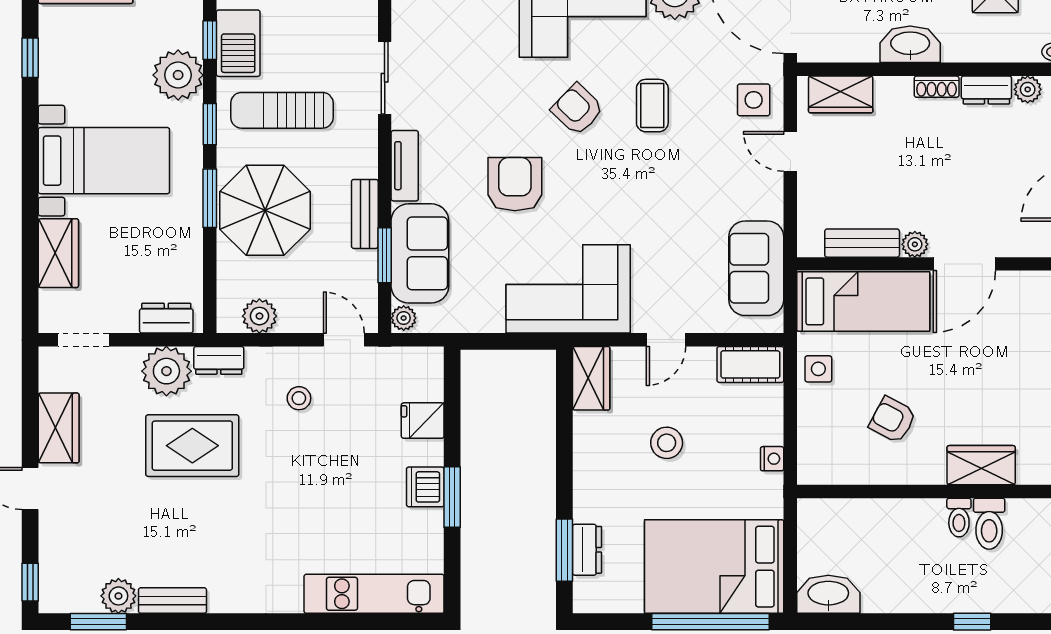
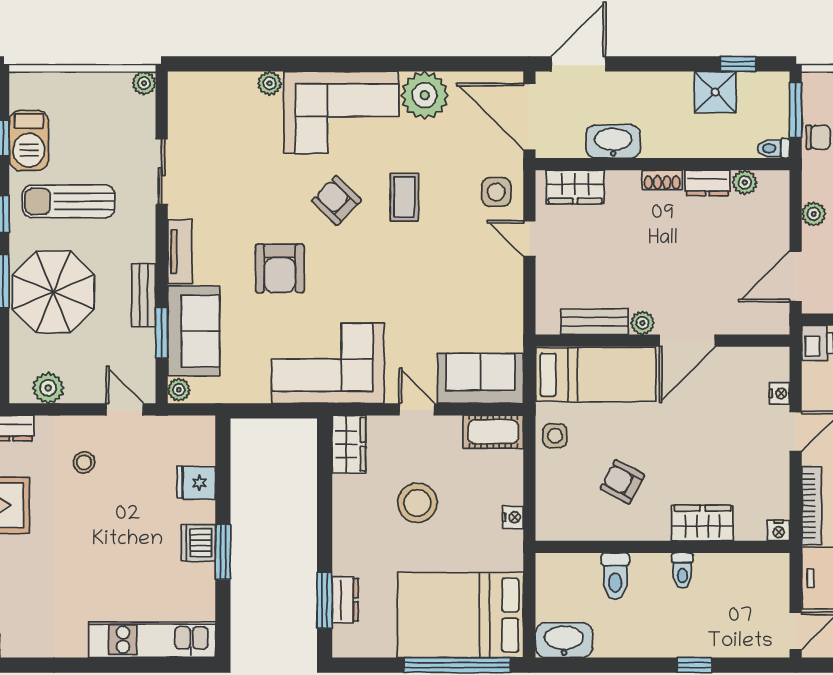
washbasin: (910, 44) -> (613, 142), moved
armchair: (515, 184) -> (280, 268), turned 180
sofa: (756, 268) -> (480, 378), moved, turned 90
door: (666, 340) -> (417, 409), swing flipped
stool: (667, 443) -> (417, 503), width x1.38, depth x1.38
toilet: (989, 524) -> (615, 576), moved

